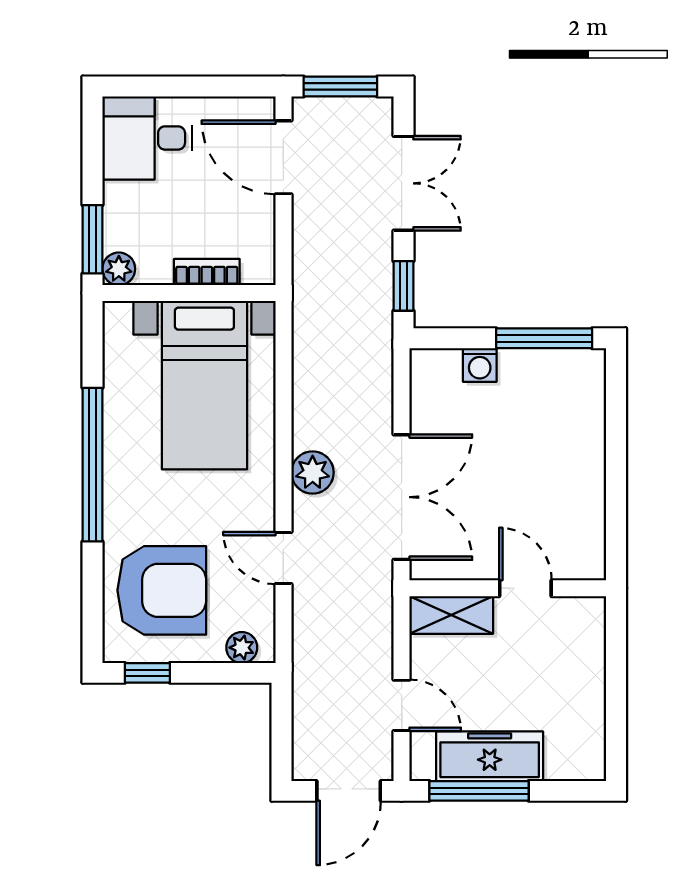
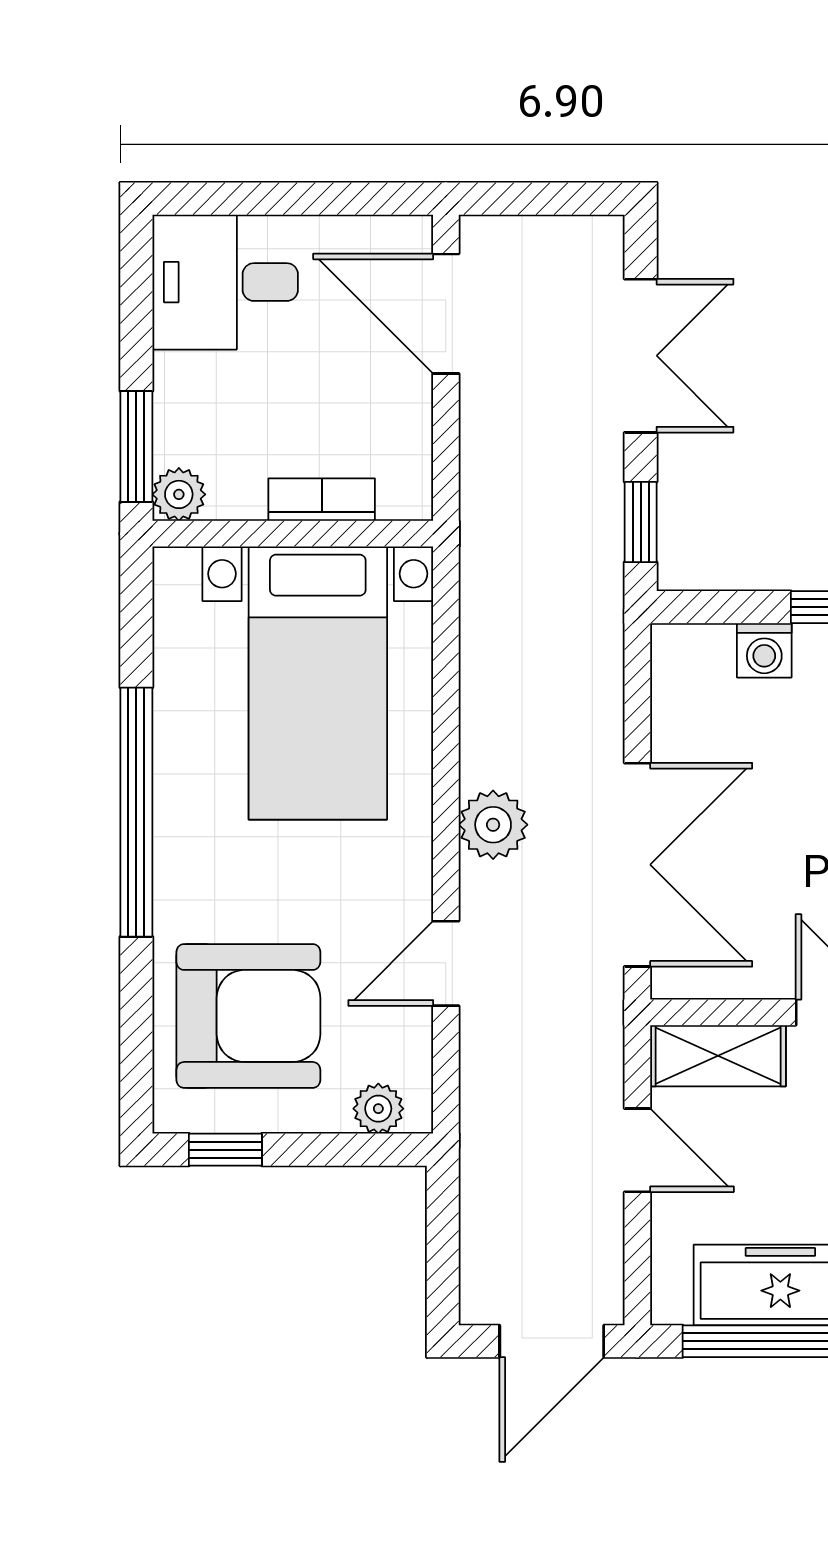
window: (340, 86) -> (538, 199), removed
door: (283, 558) -> (446, 963), hinge flipped
door: (402, 705) -> (637, 1150), moved

